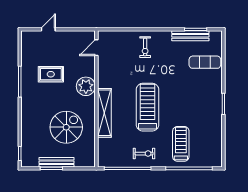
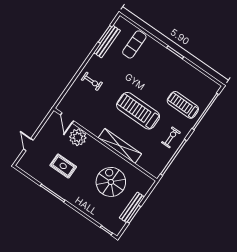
rug: (51, 74) -> (63, 166), turned 90
plant: (86, 86) -> (78, 137), moved

